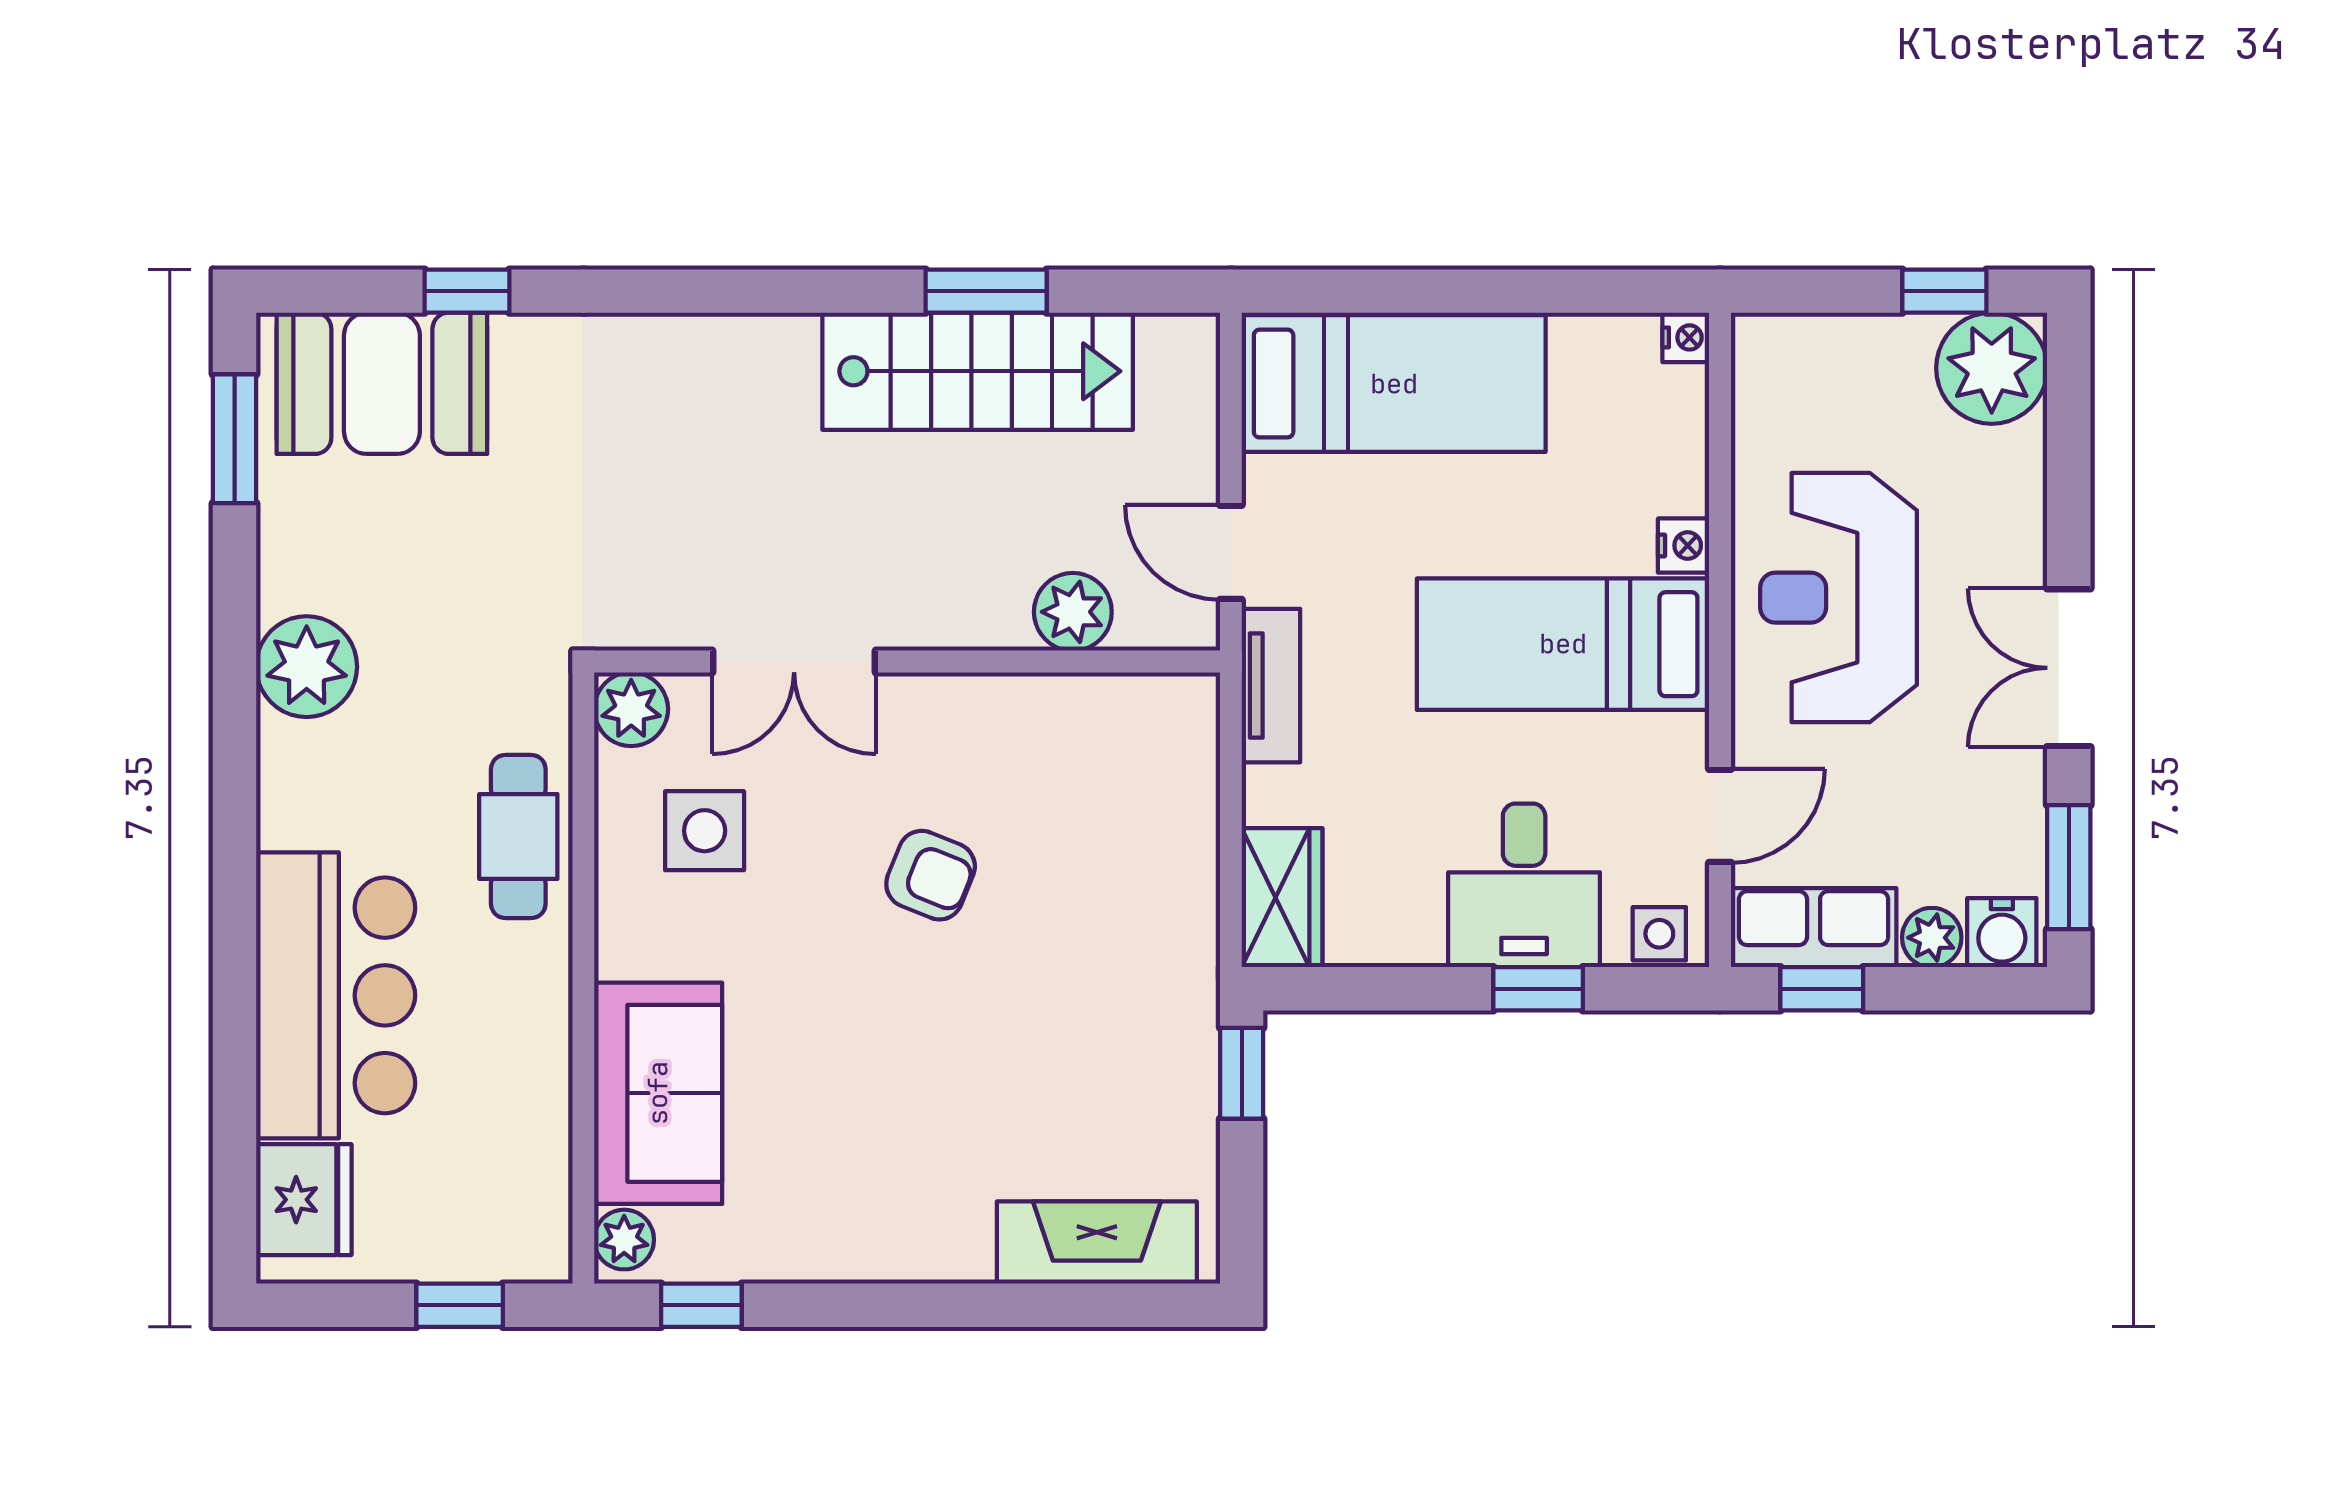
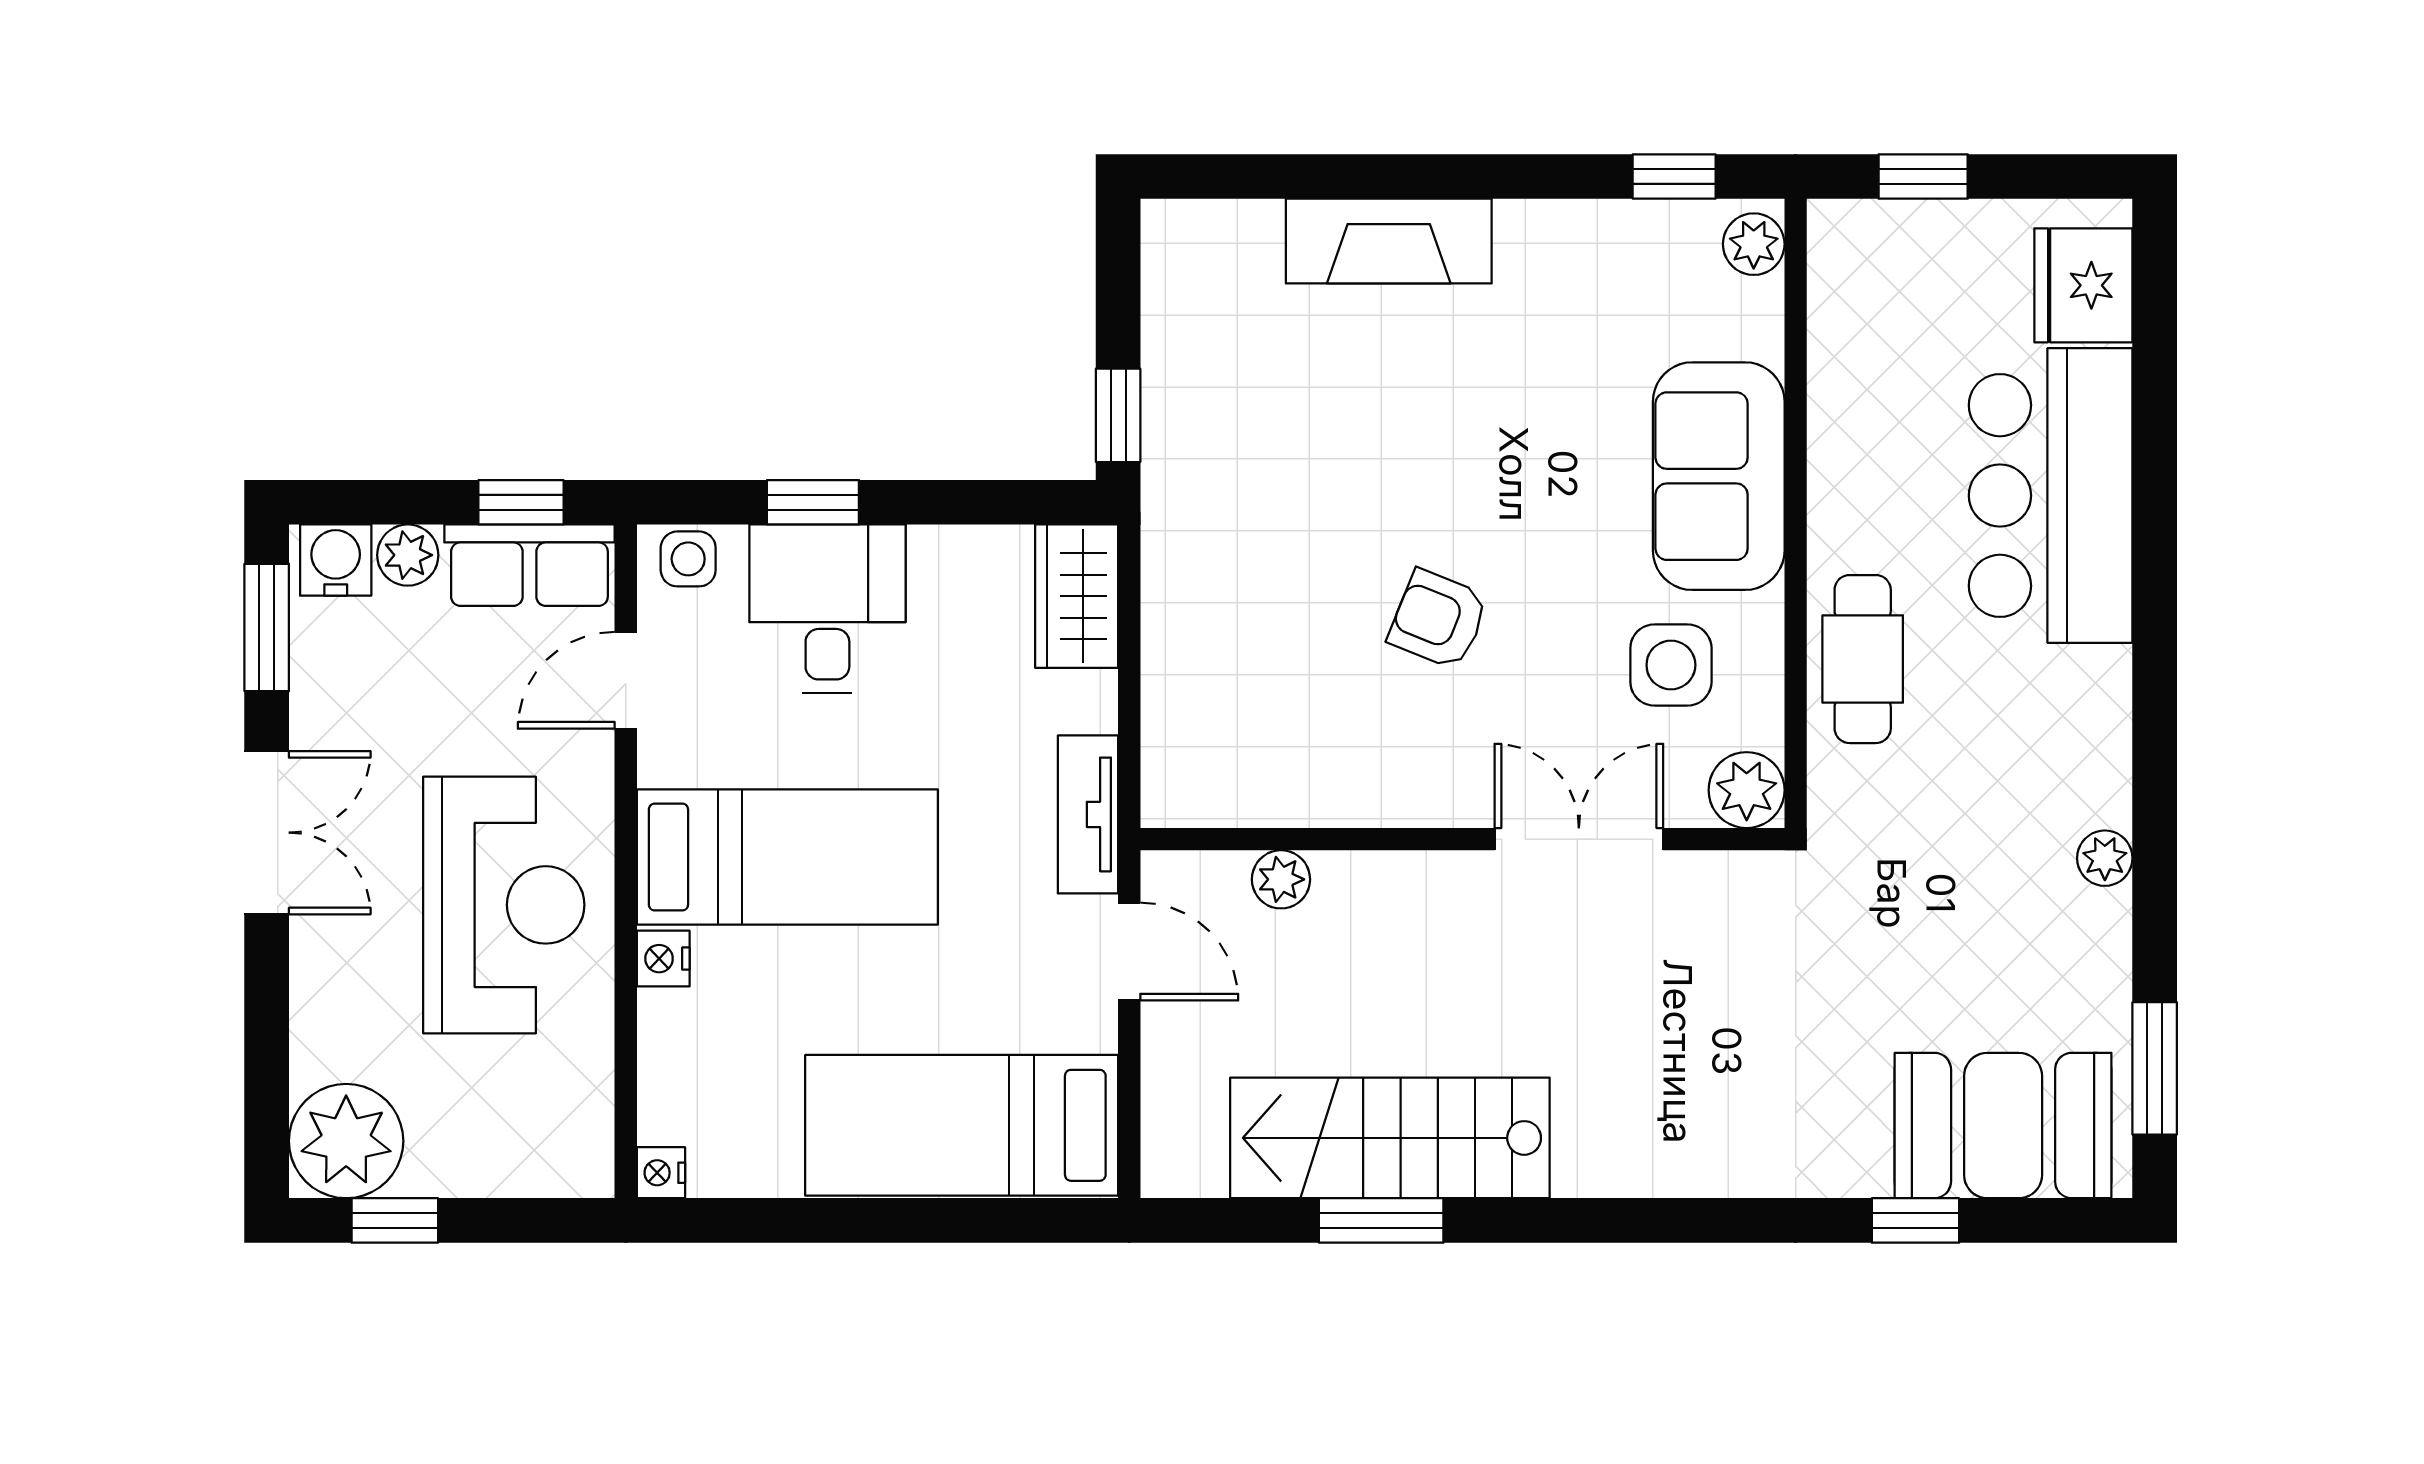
plant: (1073, 612) -> (1281, 879), width x0.73, depth x0.73
plant: (307, 667) -> (2105, 858), width x0.53, depth x0.53
sofa: (658, 1093) -> (1719, 476), moved
fireplace: (1097, 1243) -> (1389, 241), moved

